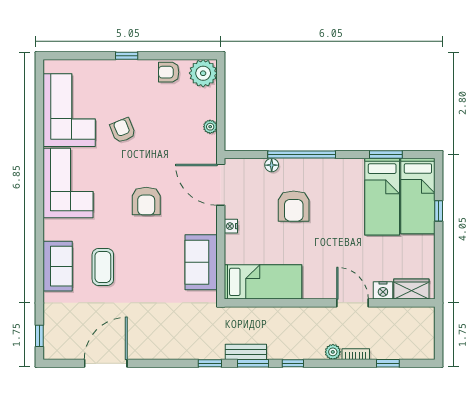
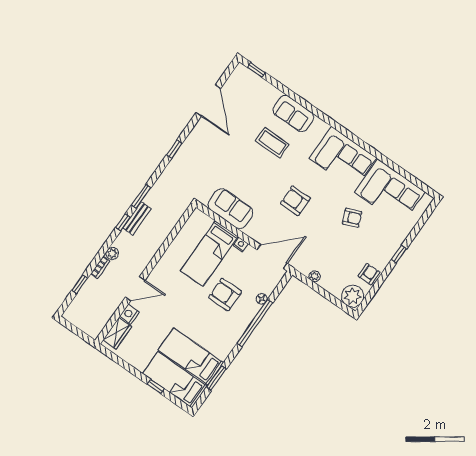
bed: (263, 282) -> (209, 254), moved
bench: (246, 352) -> (137, 218), moved
window: (210, 363) -> (174, 149), moved

